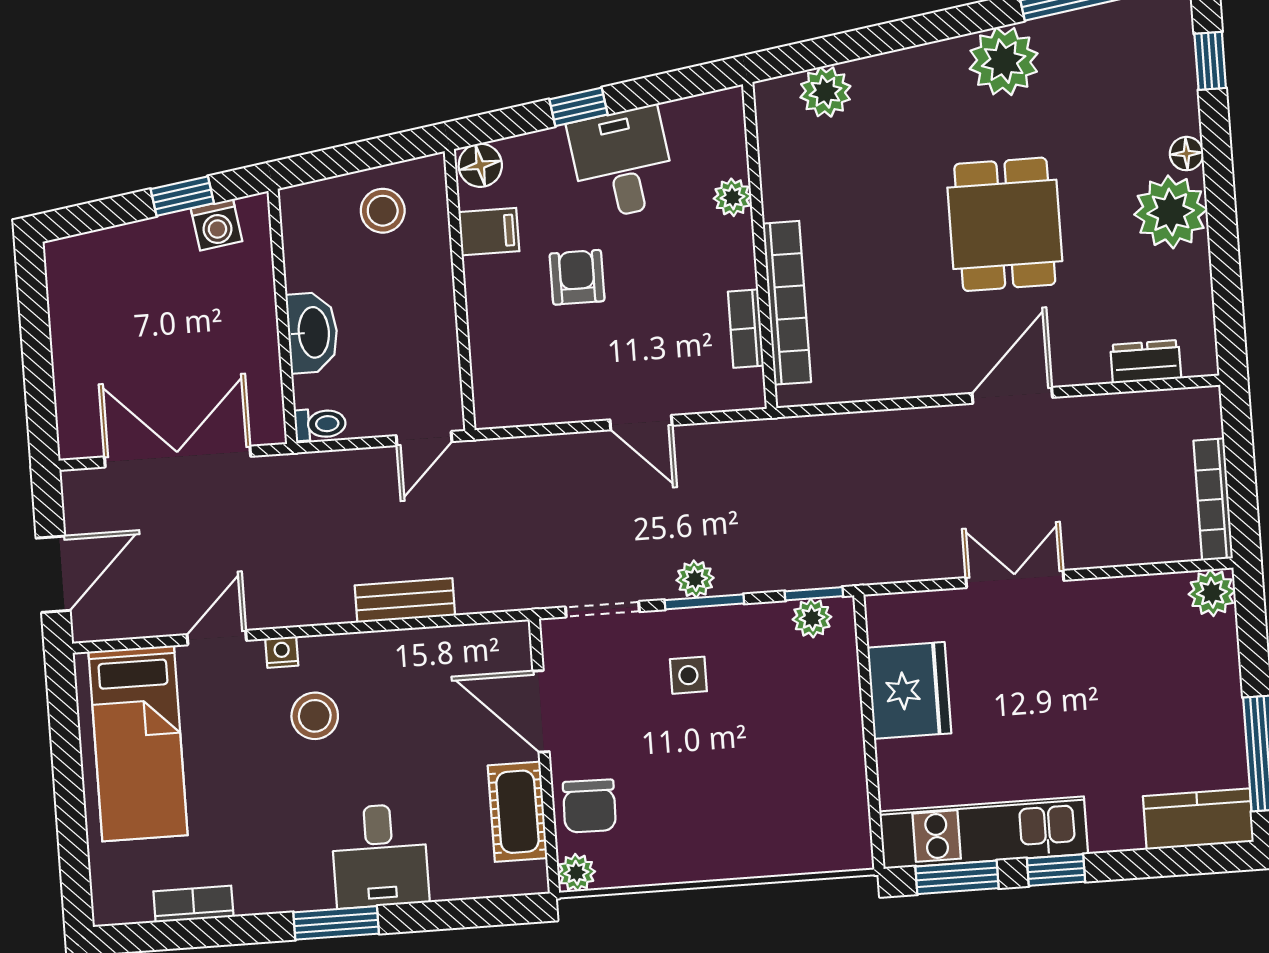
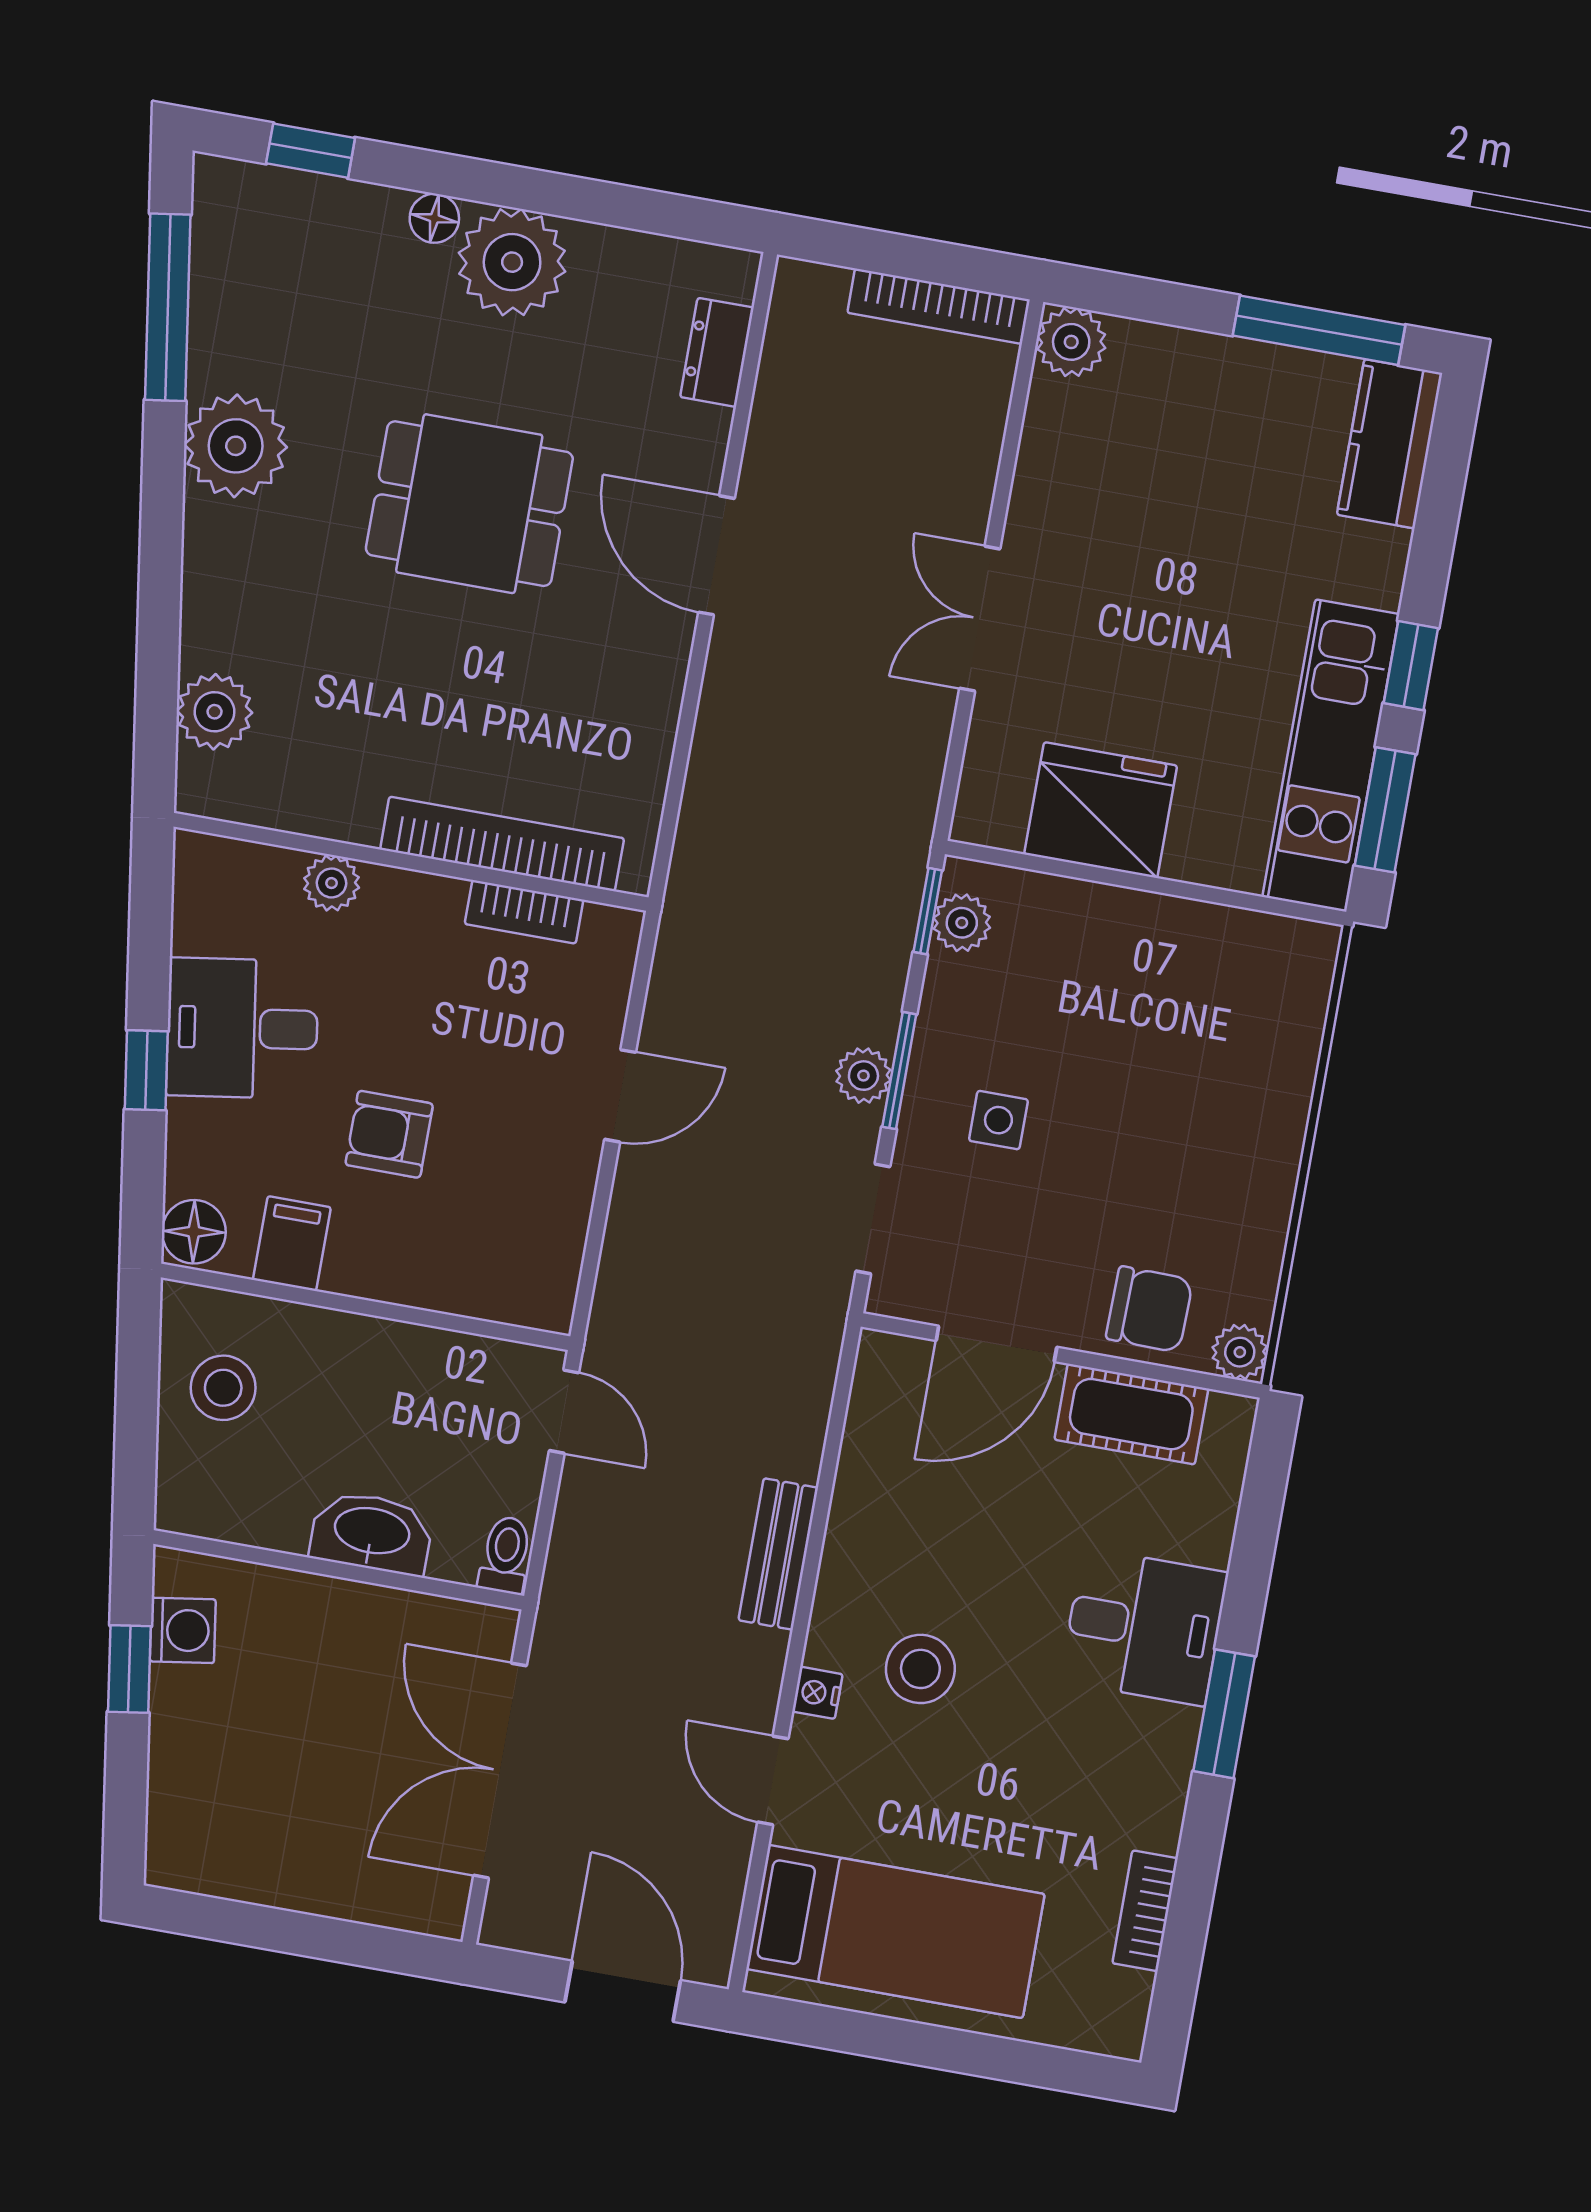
bench: (405, 600) -> (778, 1554), moved

